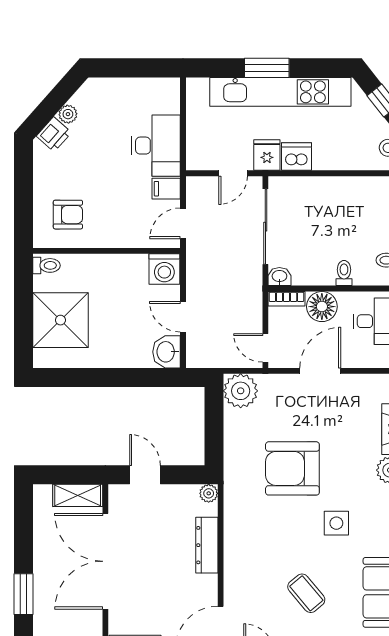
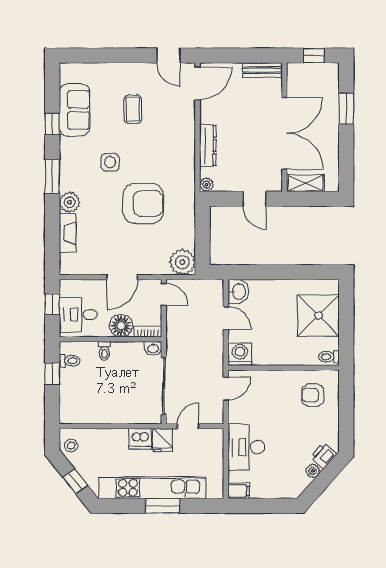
filing cabinet: (166, 189) -> (239, 491), moved
coffee table: (306, 593) -> (133, 109), turned 40

